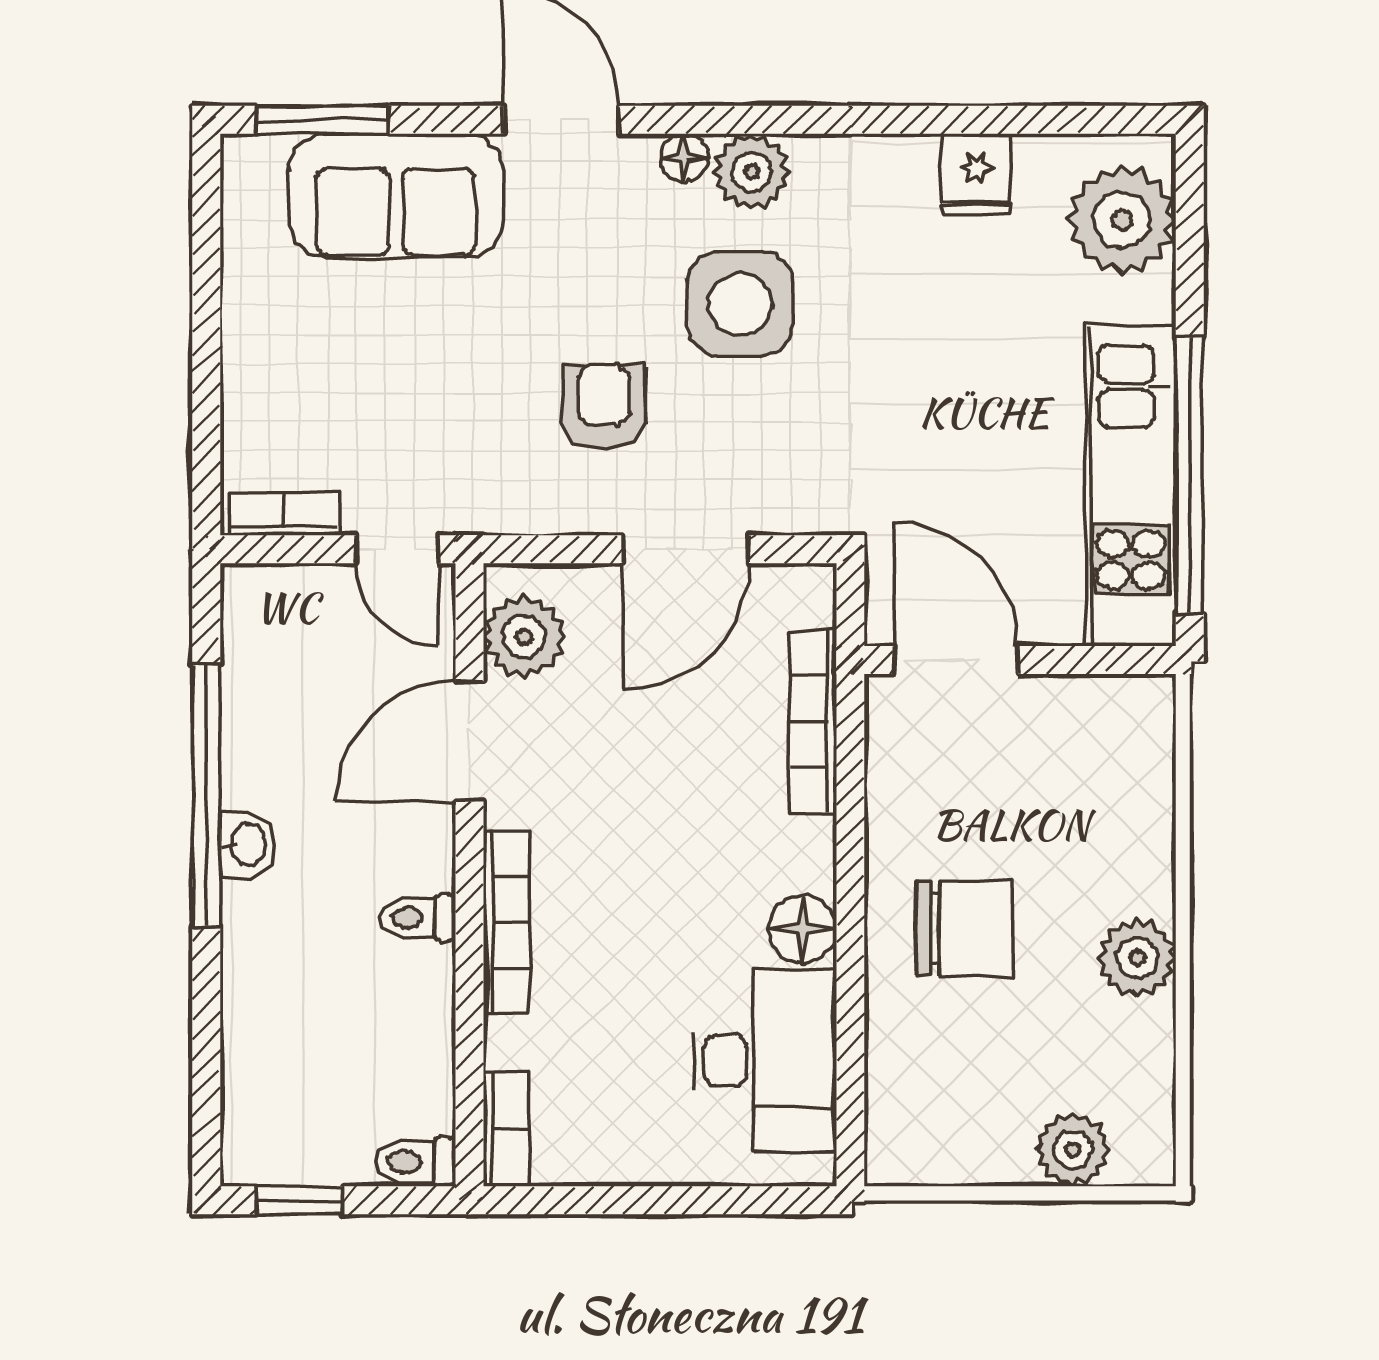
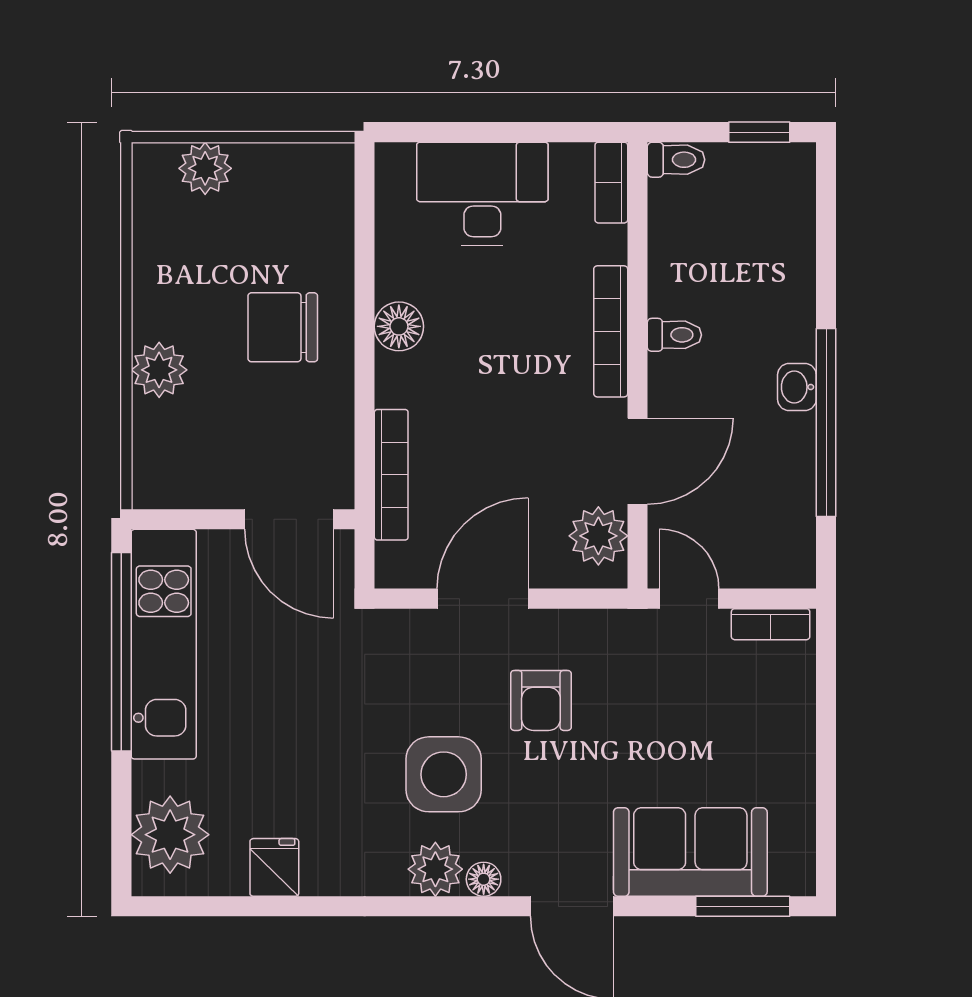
plant: (1137, 958) -> (159, 370), moved
desk: (765, 1060) -> (482, 194), moved, turned 90

